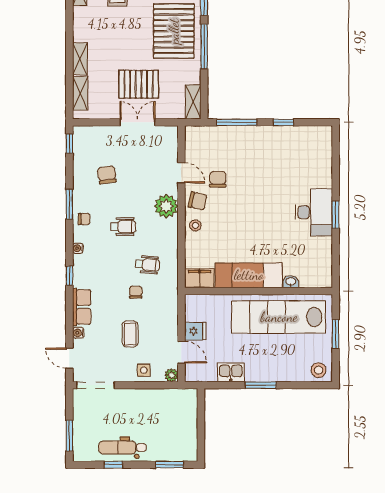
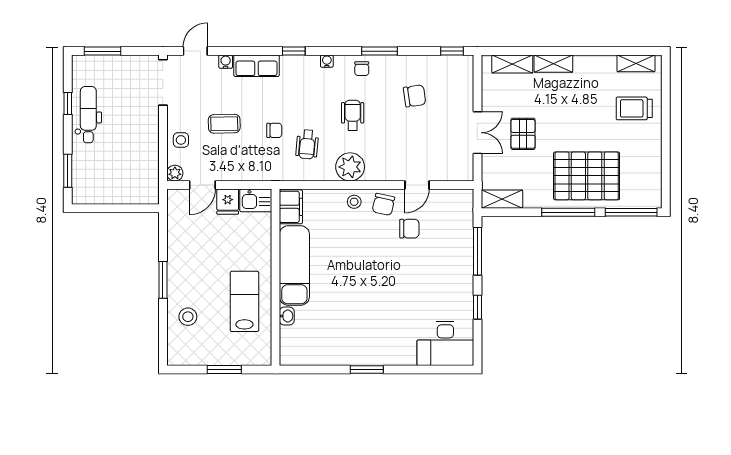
pallet: (139, 84) -> (523, 134), width x0.67, depth x0.71
plant: (166, 206) -> (350, 167), moved
desk: (314, 212) -> (445, 343), moved
wheelchair: (123, 227) -> (353, 115), turned 180
lab bench: (279, 317) -> (244, 301), width x0.54, depth x0.72
stool: (319, 370) -> (188, 317), moved
kitchen sink: (231, 372) -> (256, 200), moved, turned 90

